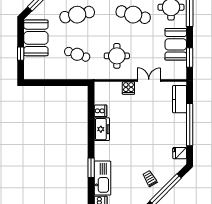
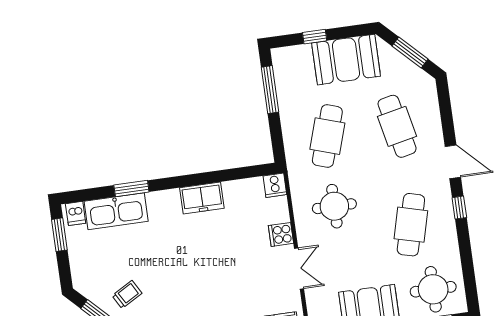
cafe table: (77, 54) -> (327, 136), width x1.37, depth x1.35
window: (47, 83) -> (270, 90), added
cooker: (101, 111) -> (275, 185), moved

